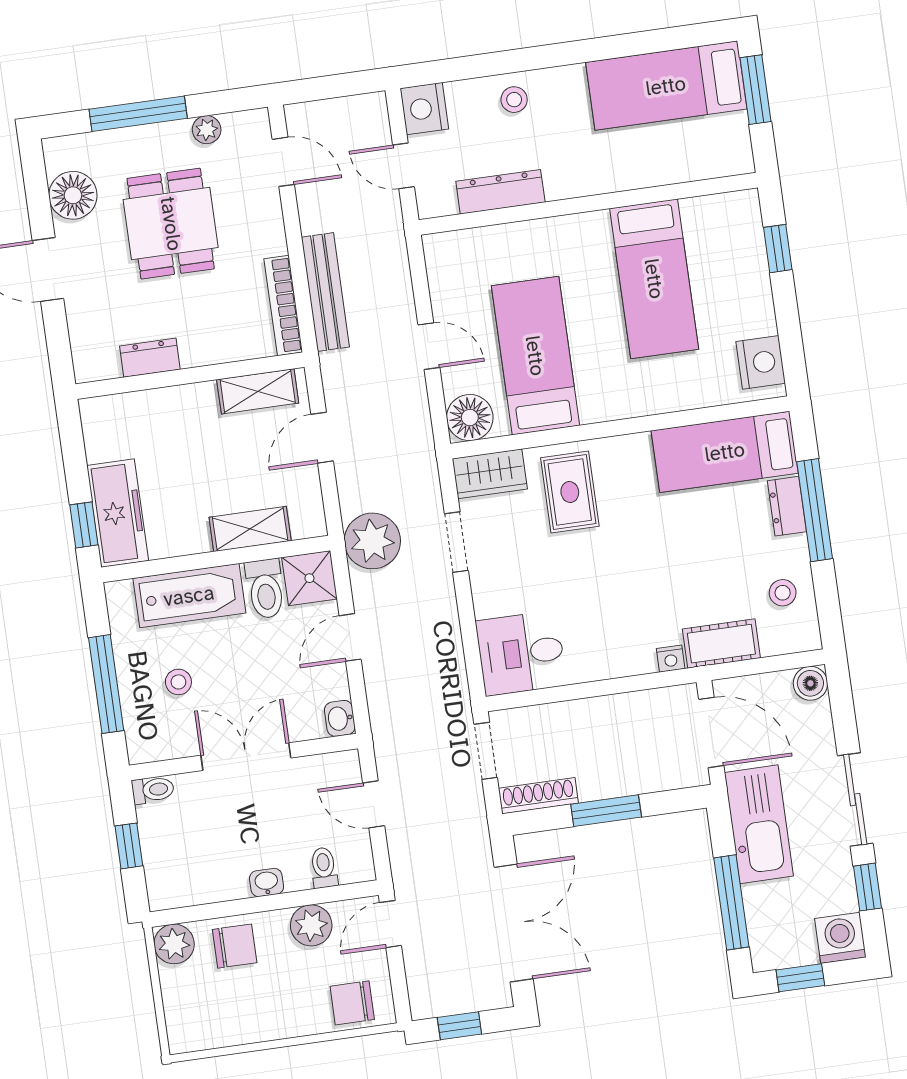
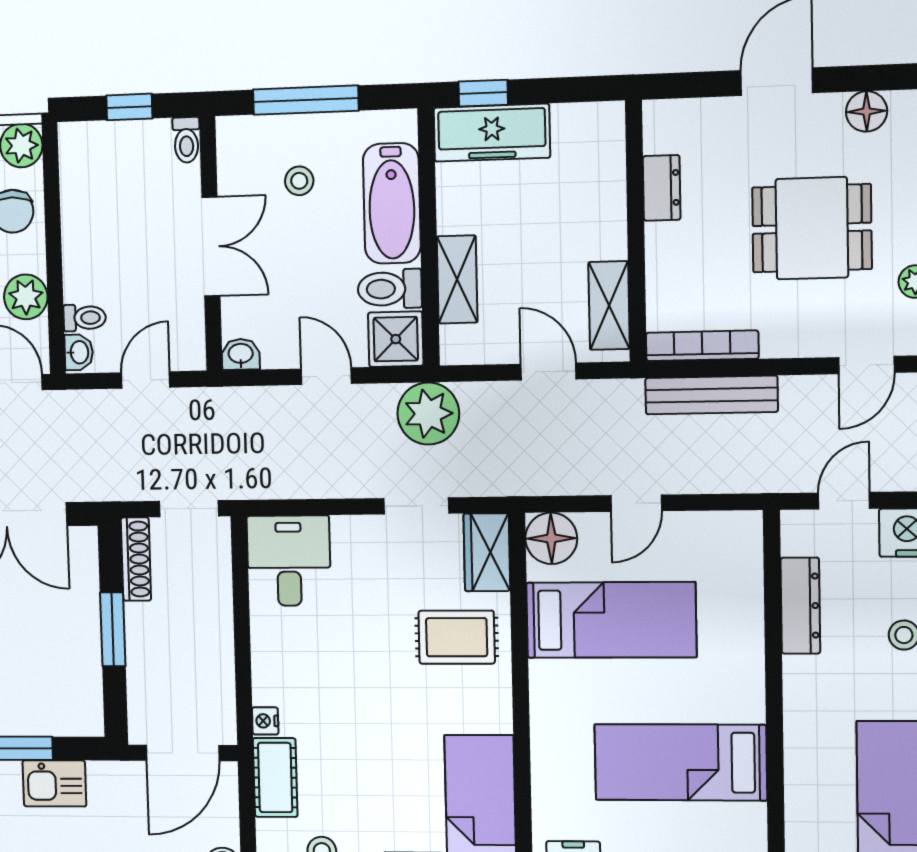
floor lamp: (73, 195) -> (867, 111), width x0.73, depth x0.73
kitchen sink: (759, 824) -> (54, 783), width x0.53, depth x0.81
washbasin: (267, 883) -> (79, 352), moved

